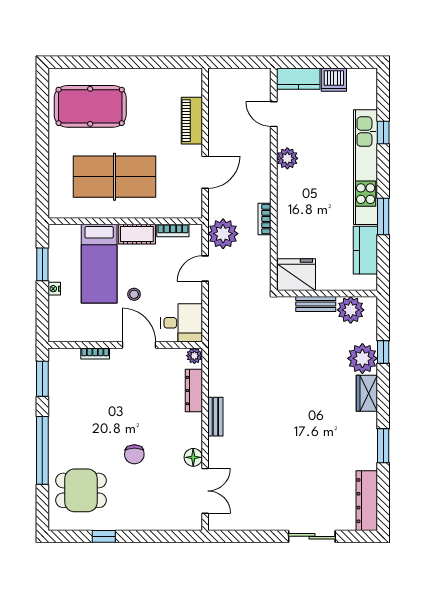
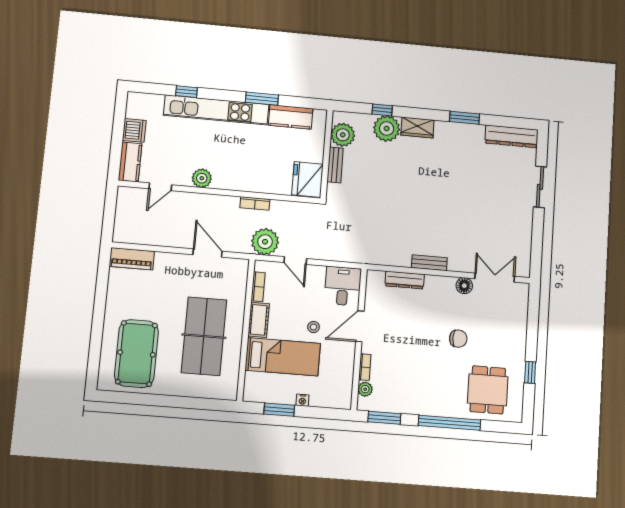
piano: (192, 121) -> (132, 259), moved
plant: (194, 356) -> (365, 389), moved

